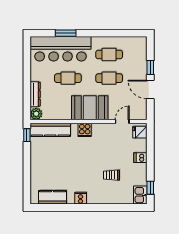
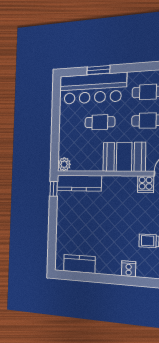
dresser: (35, 94) -> (64, 142), removed
cooker: (85, 130) -> (146, 184), moved
cooker: (81, 198) -> (129, 269), moved

